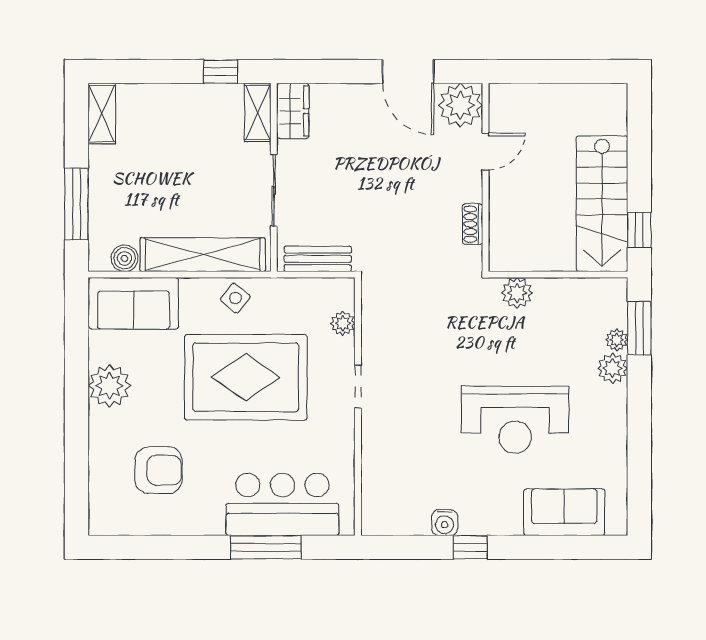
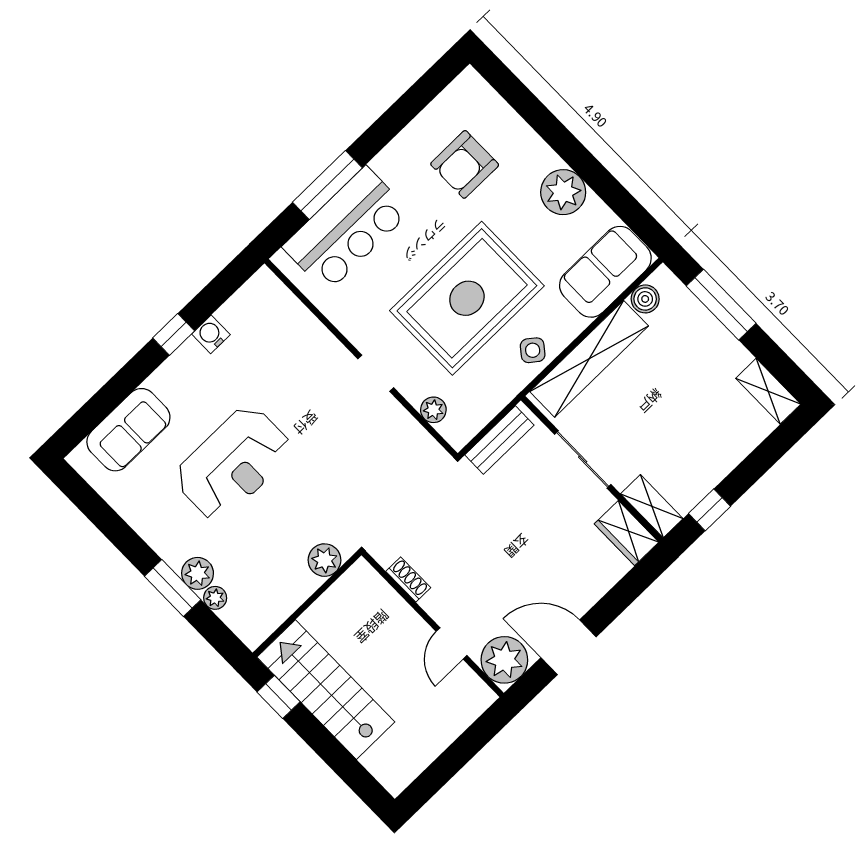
window: (639, 328) -> (173, 588), moved
reception desk: (515, 420) -> (233, 463), turned 180

